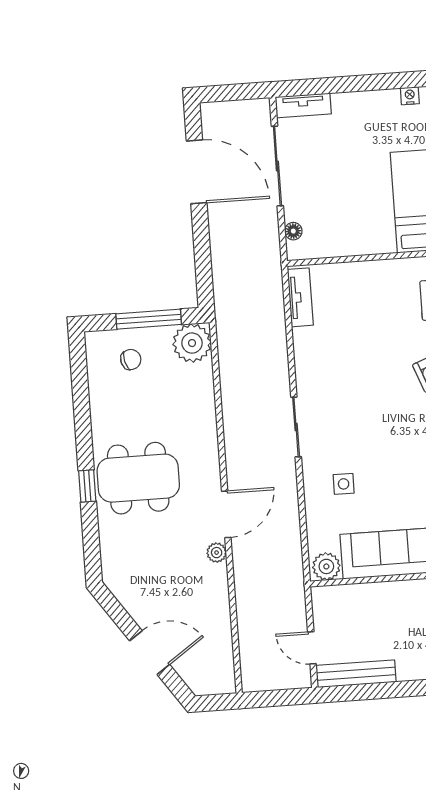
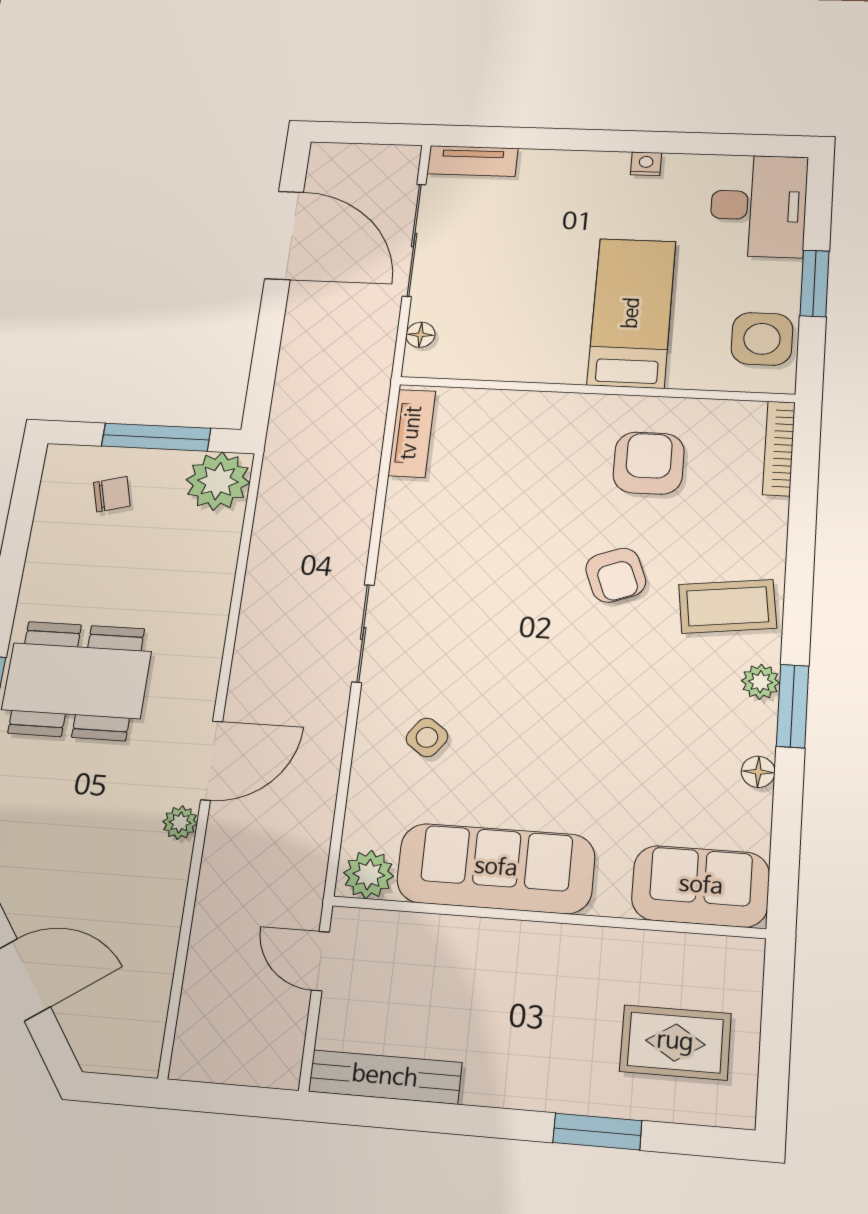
side table: (344, 484) -> (427, 737), turned 36
door: (312, 648) -> (320, 961), moved

